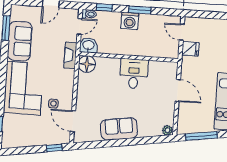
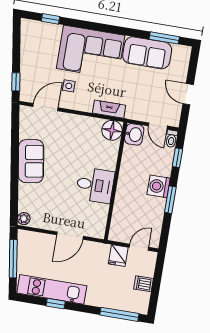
dishwasher: (212, 26) -> (144, 284), added
fireplace: (70, 55) -> (109, 109), moved

